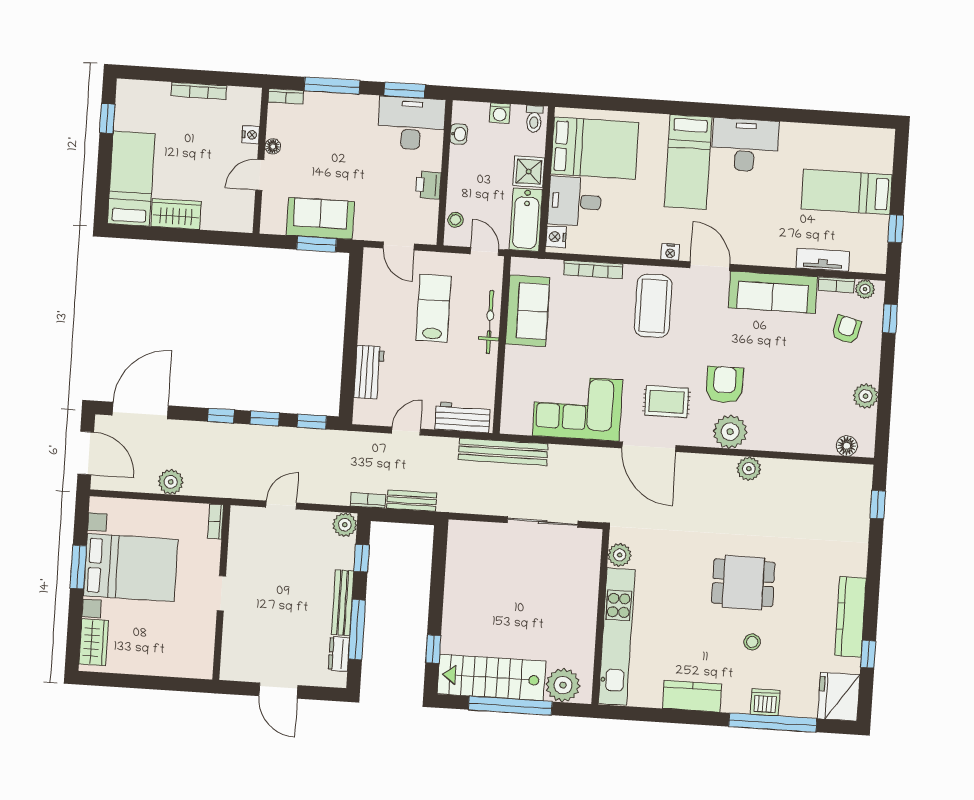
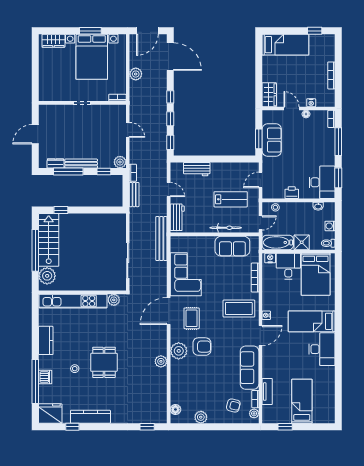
wardrobe: (176, 214) -> (269, 95), moved
window: (890, 319) -> (240, 427), removed

